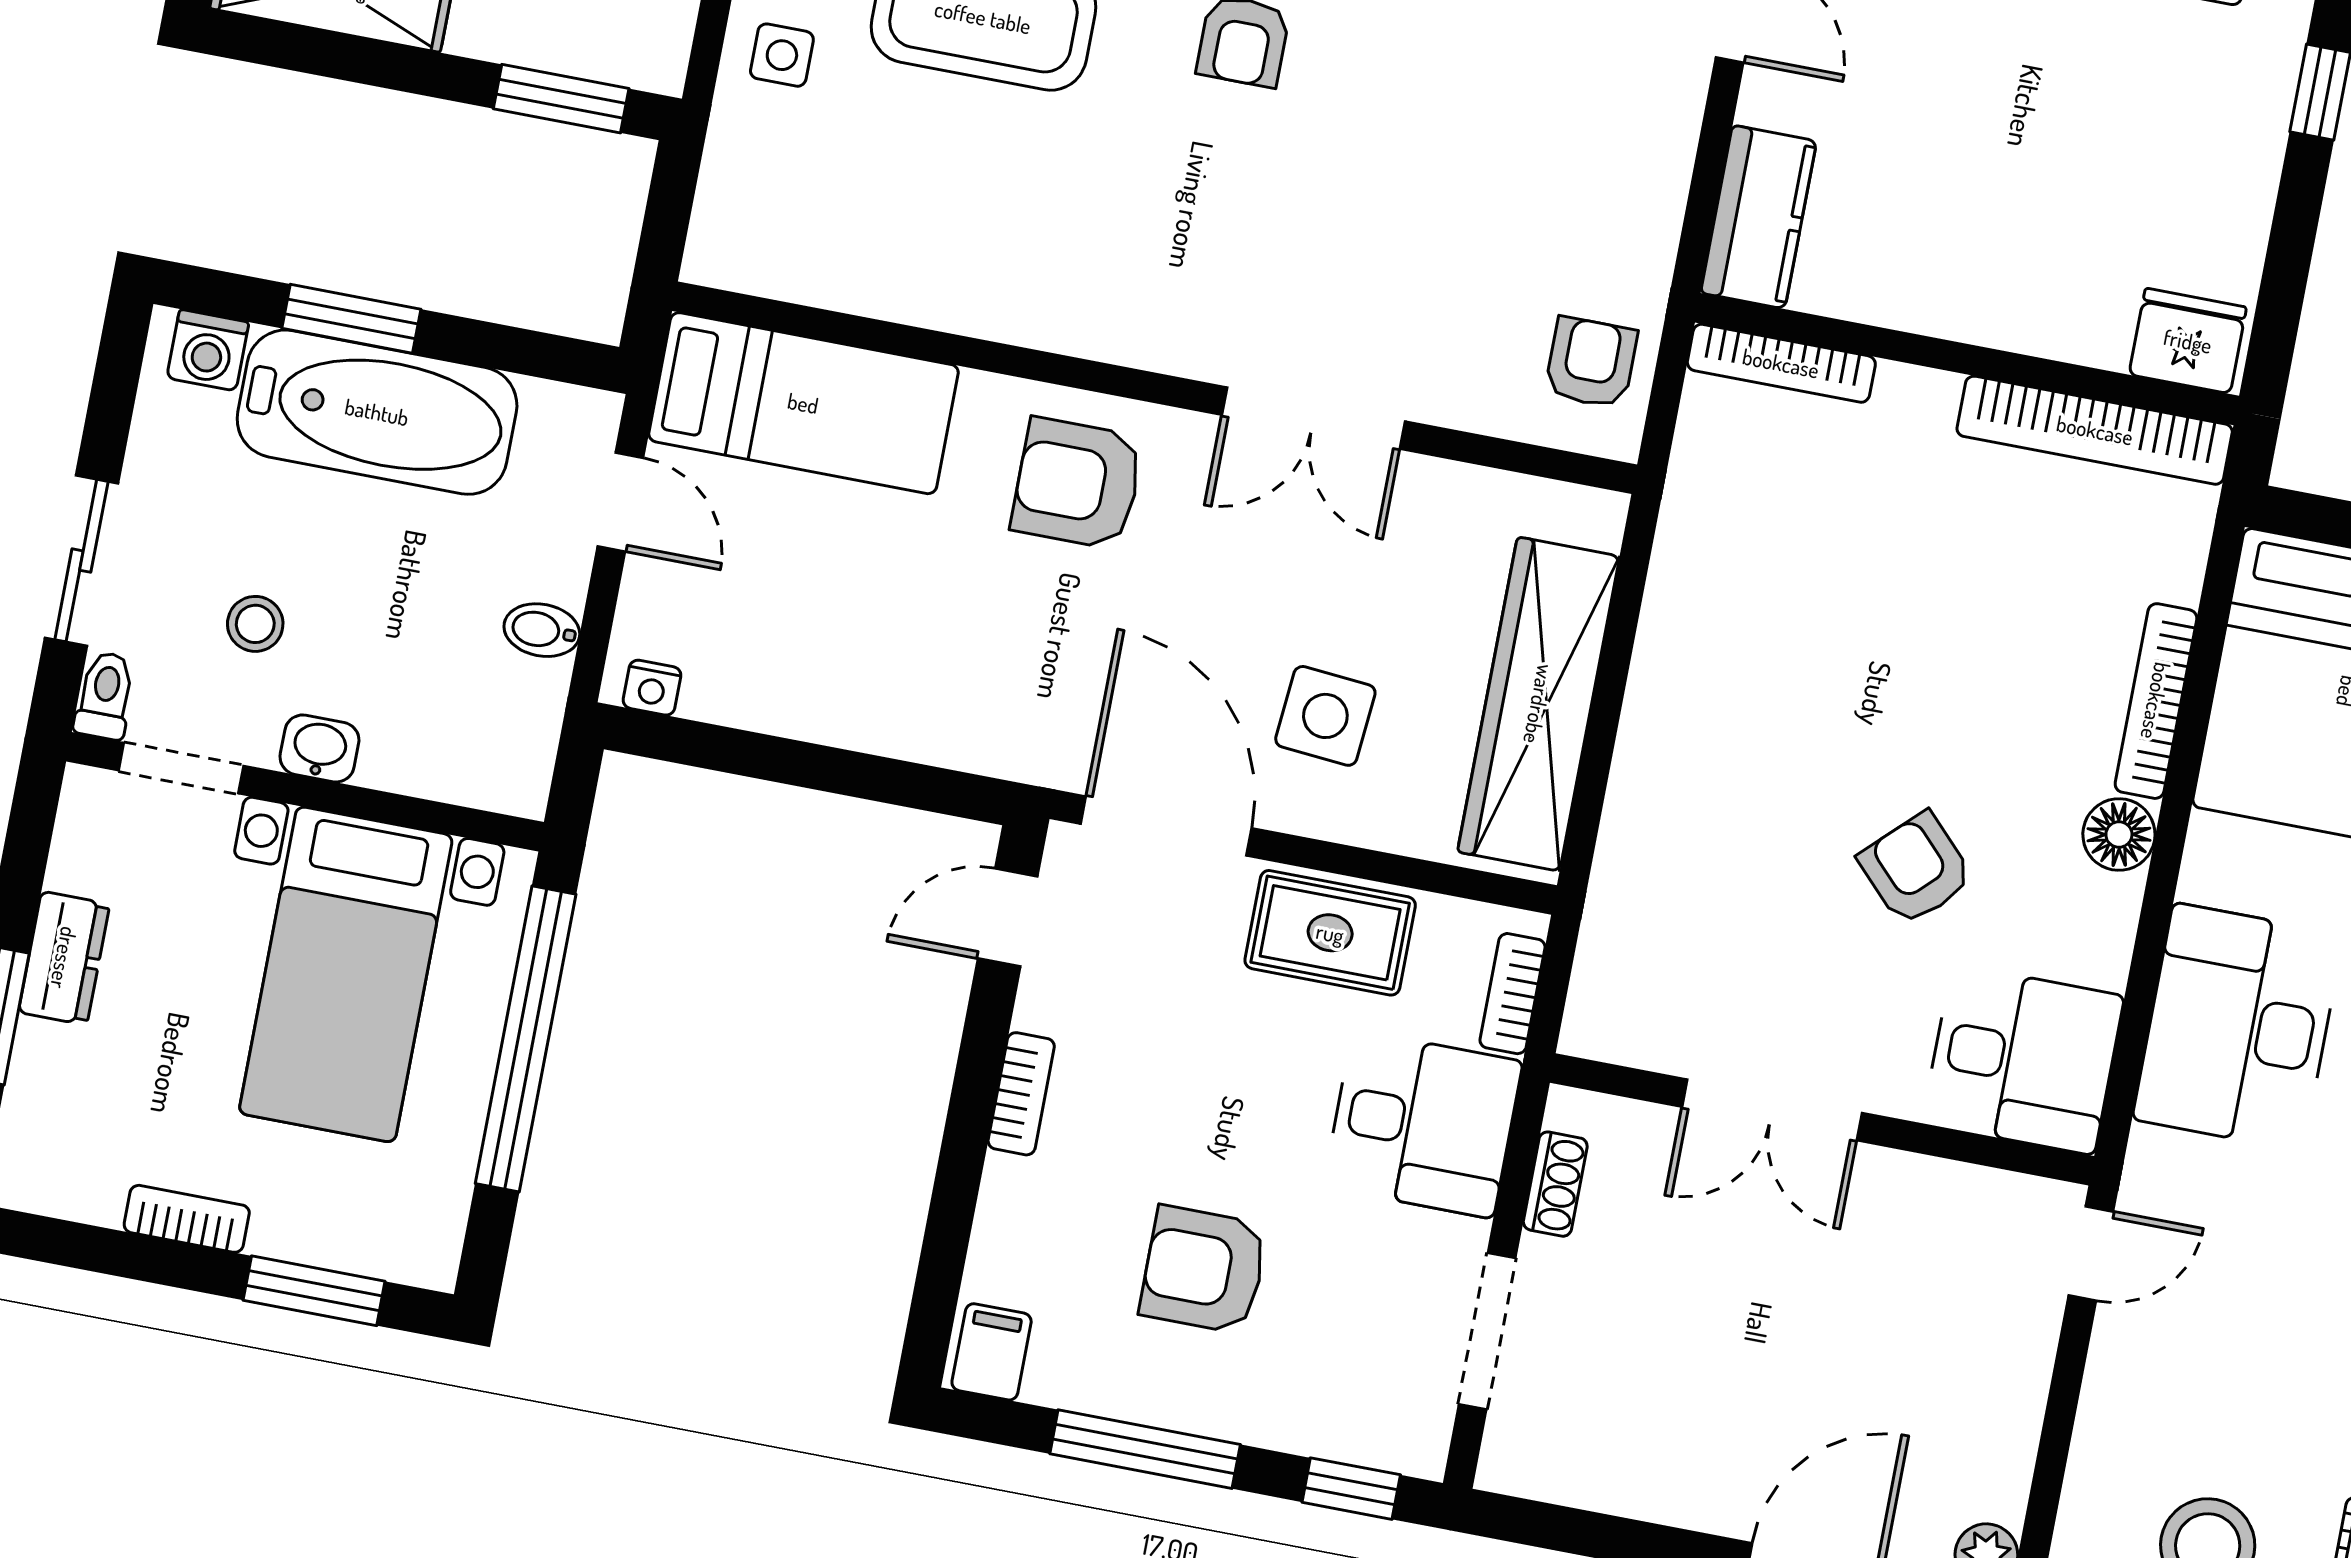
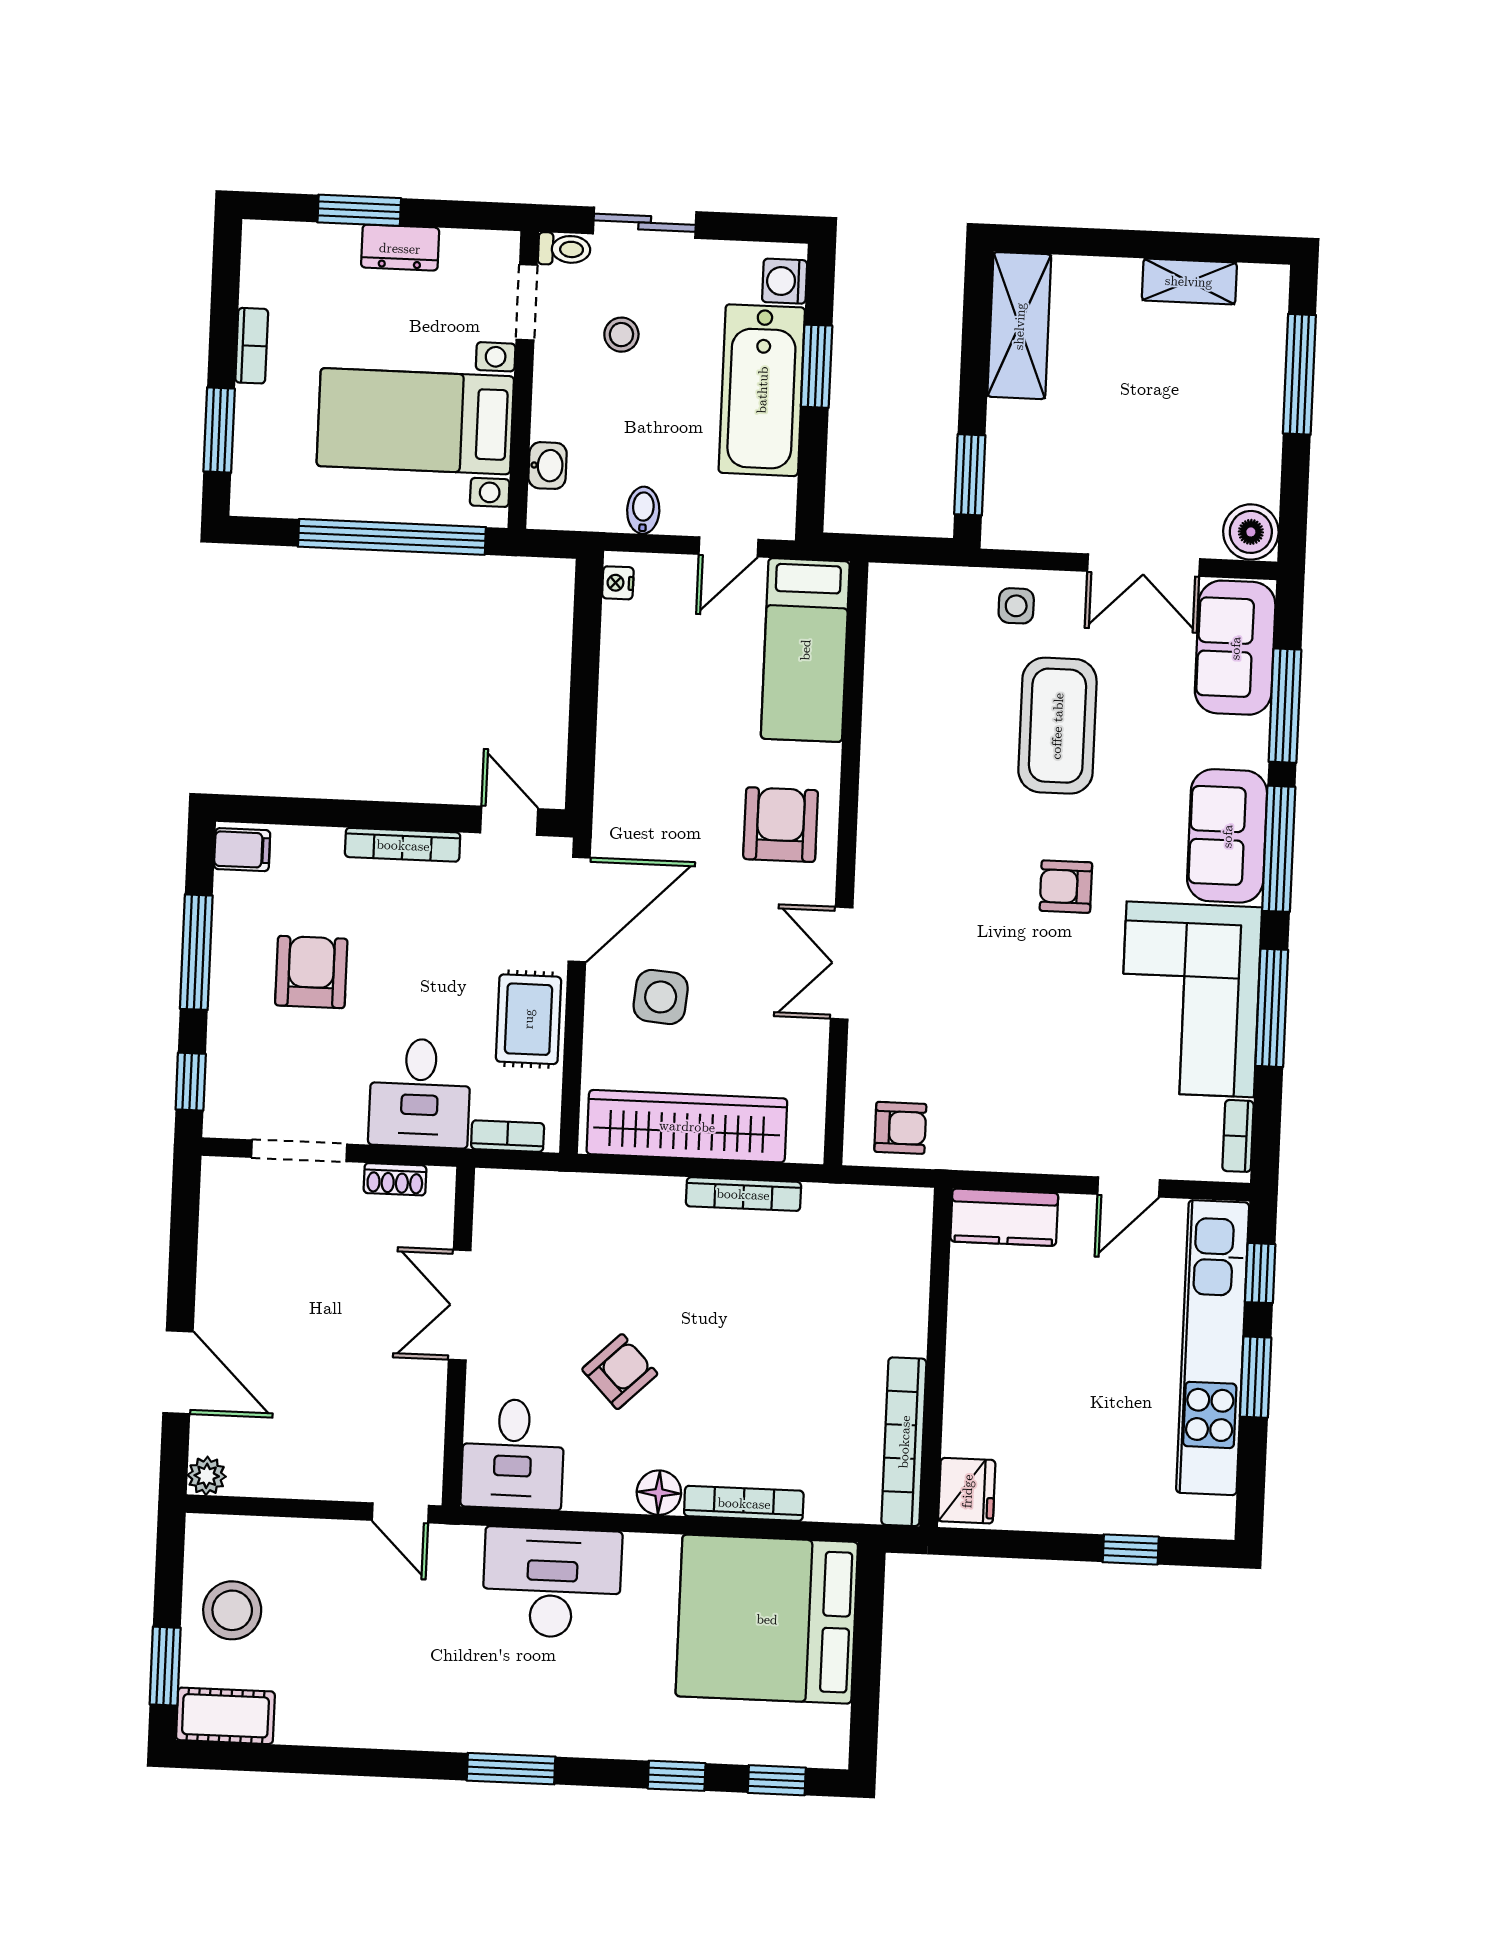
bookcase: (1781, 363) -> (743, 1194), moved, turned -90
washbasin: (319, 748) -> (548, 466), moved
bookcase: (1021, 1094) -> (403, 845), width x1.56

